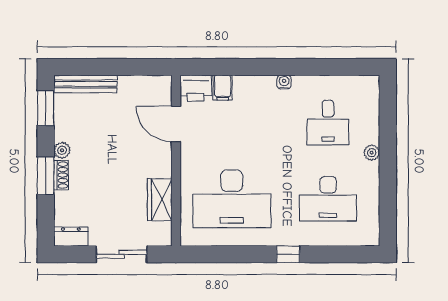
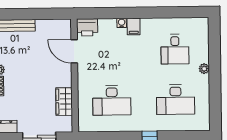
water cooler: (284, 82) -> (122, 23), moved
filing cabinet: (223, 88) -> (134, 27), moved
desk: (232, 199) -> (112, 100), width x0.73, depth x0.77

